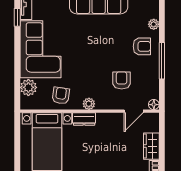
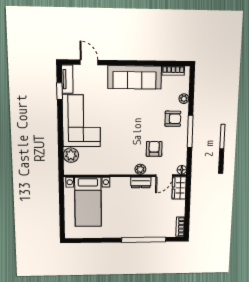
armchair: (61, 96) -> (100, 162), removed
plant: (89, 104) -> (140, 169), moved
dresser: (84, 119) -> (141, 182), moved
wardrobe: (151, 146) -> (179, 188), moved

